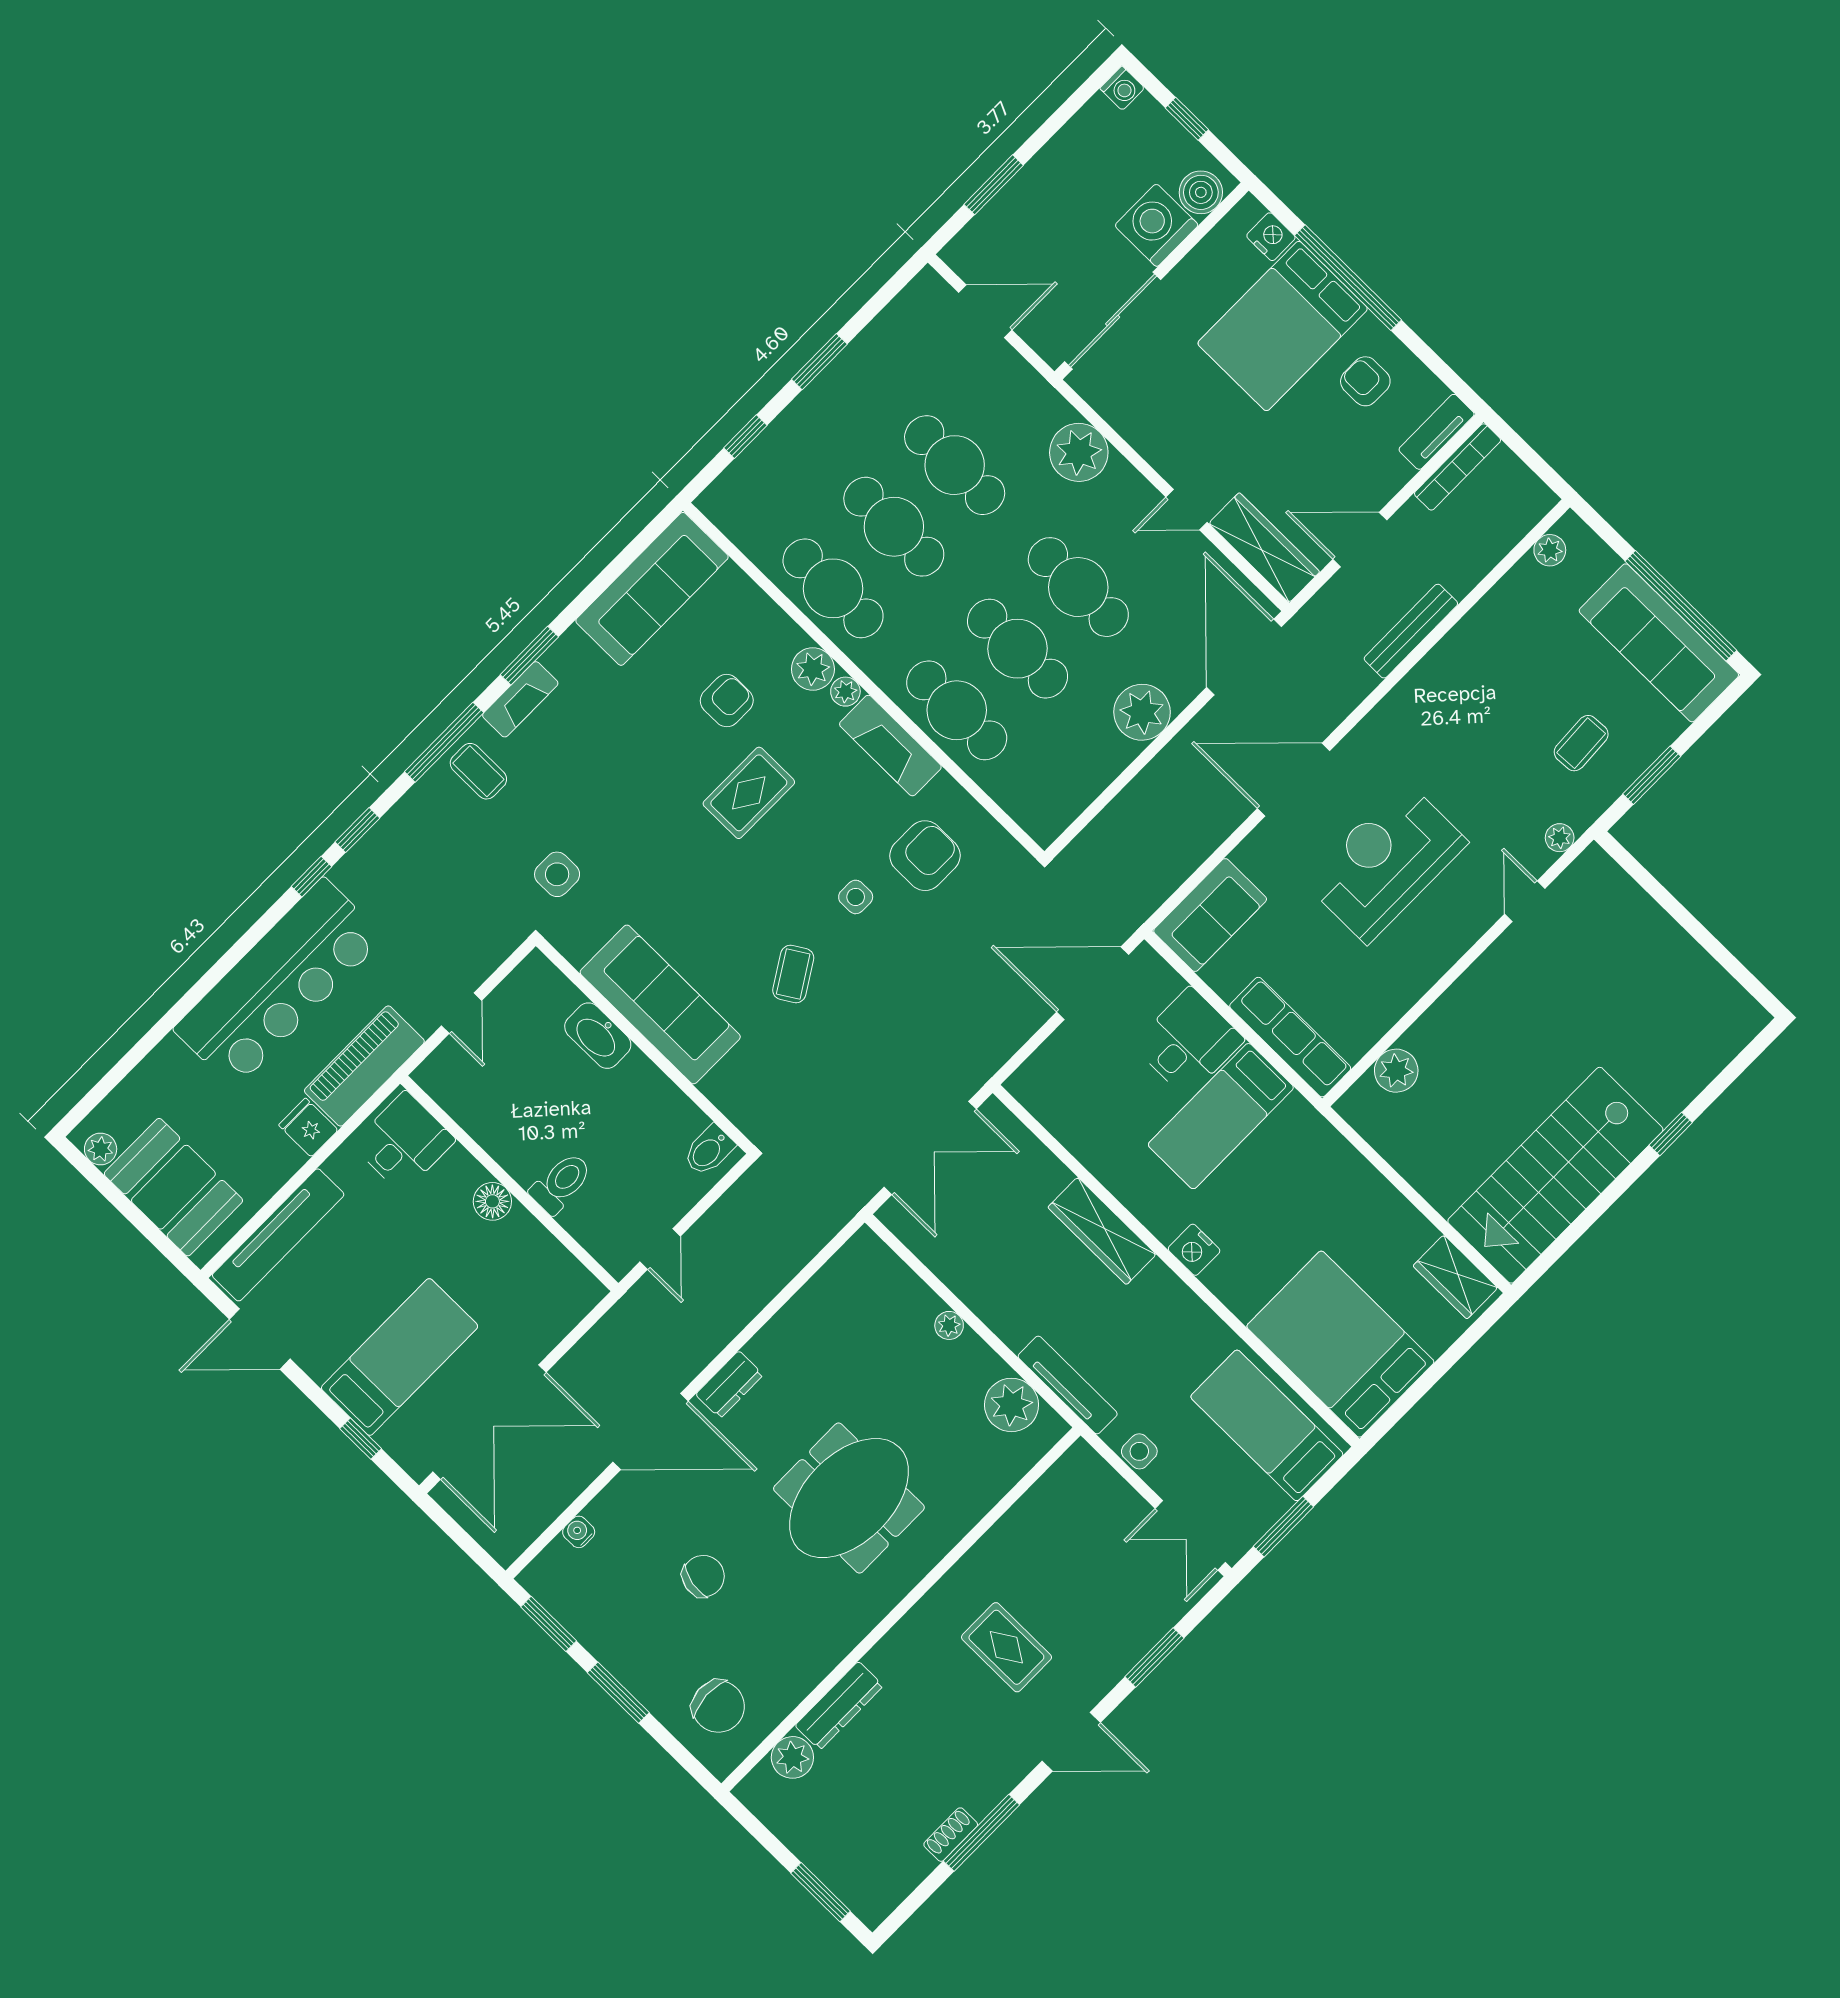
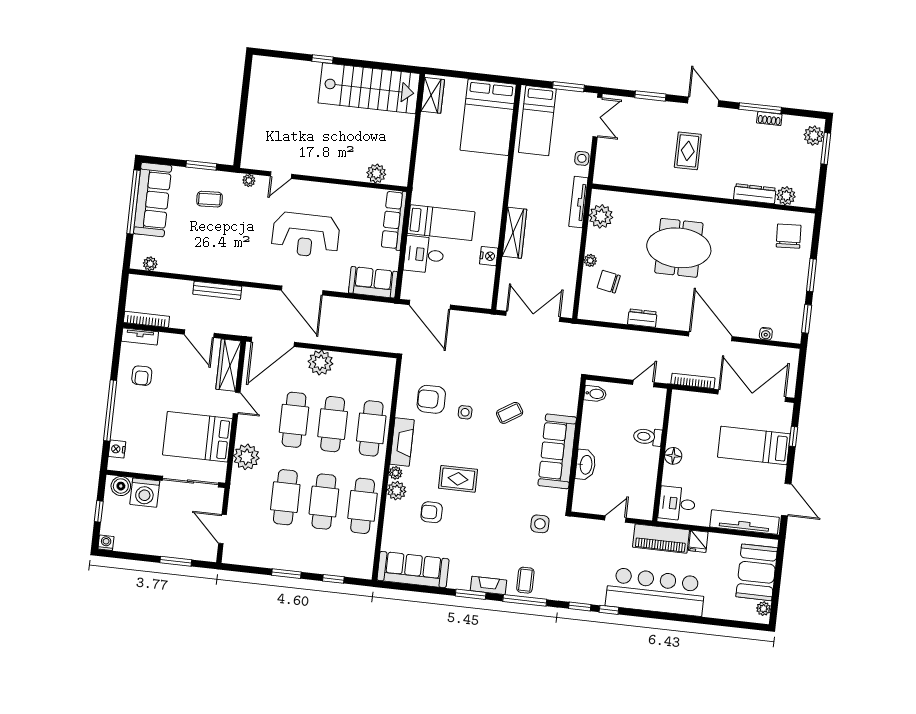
bed: (1283, 326) -> (198, 437), moved, turned 180
nightstand: (1194, 1250) -> (489, 256), moved
bookcase: (596, 1339) -> (693, 381), added
dresser: (729, 1385) -> (642, 318), moved
chair: (703, 1576) -> (609, 282), moved
plant: (860, 1889) -> (814, 136), added

